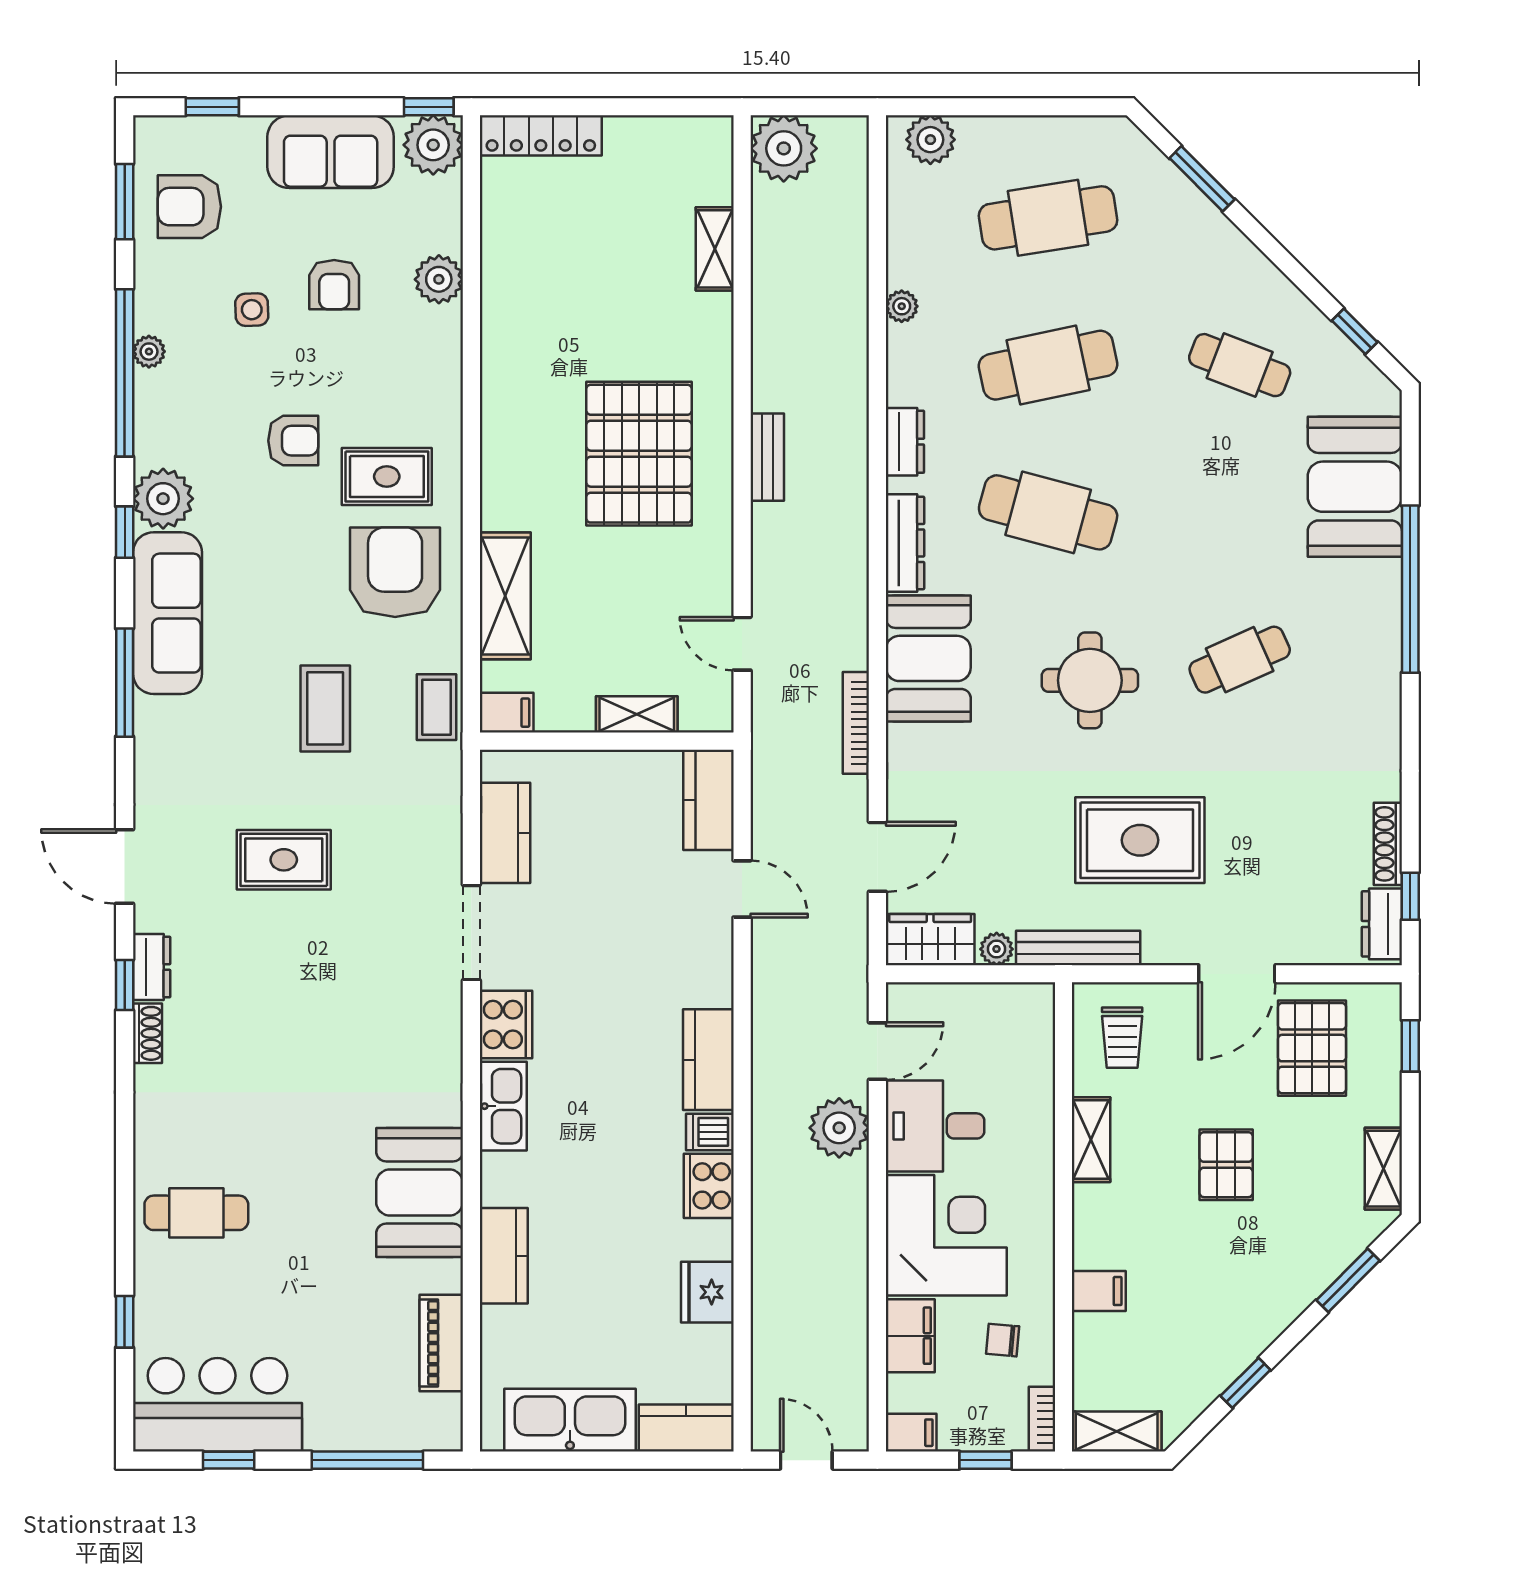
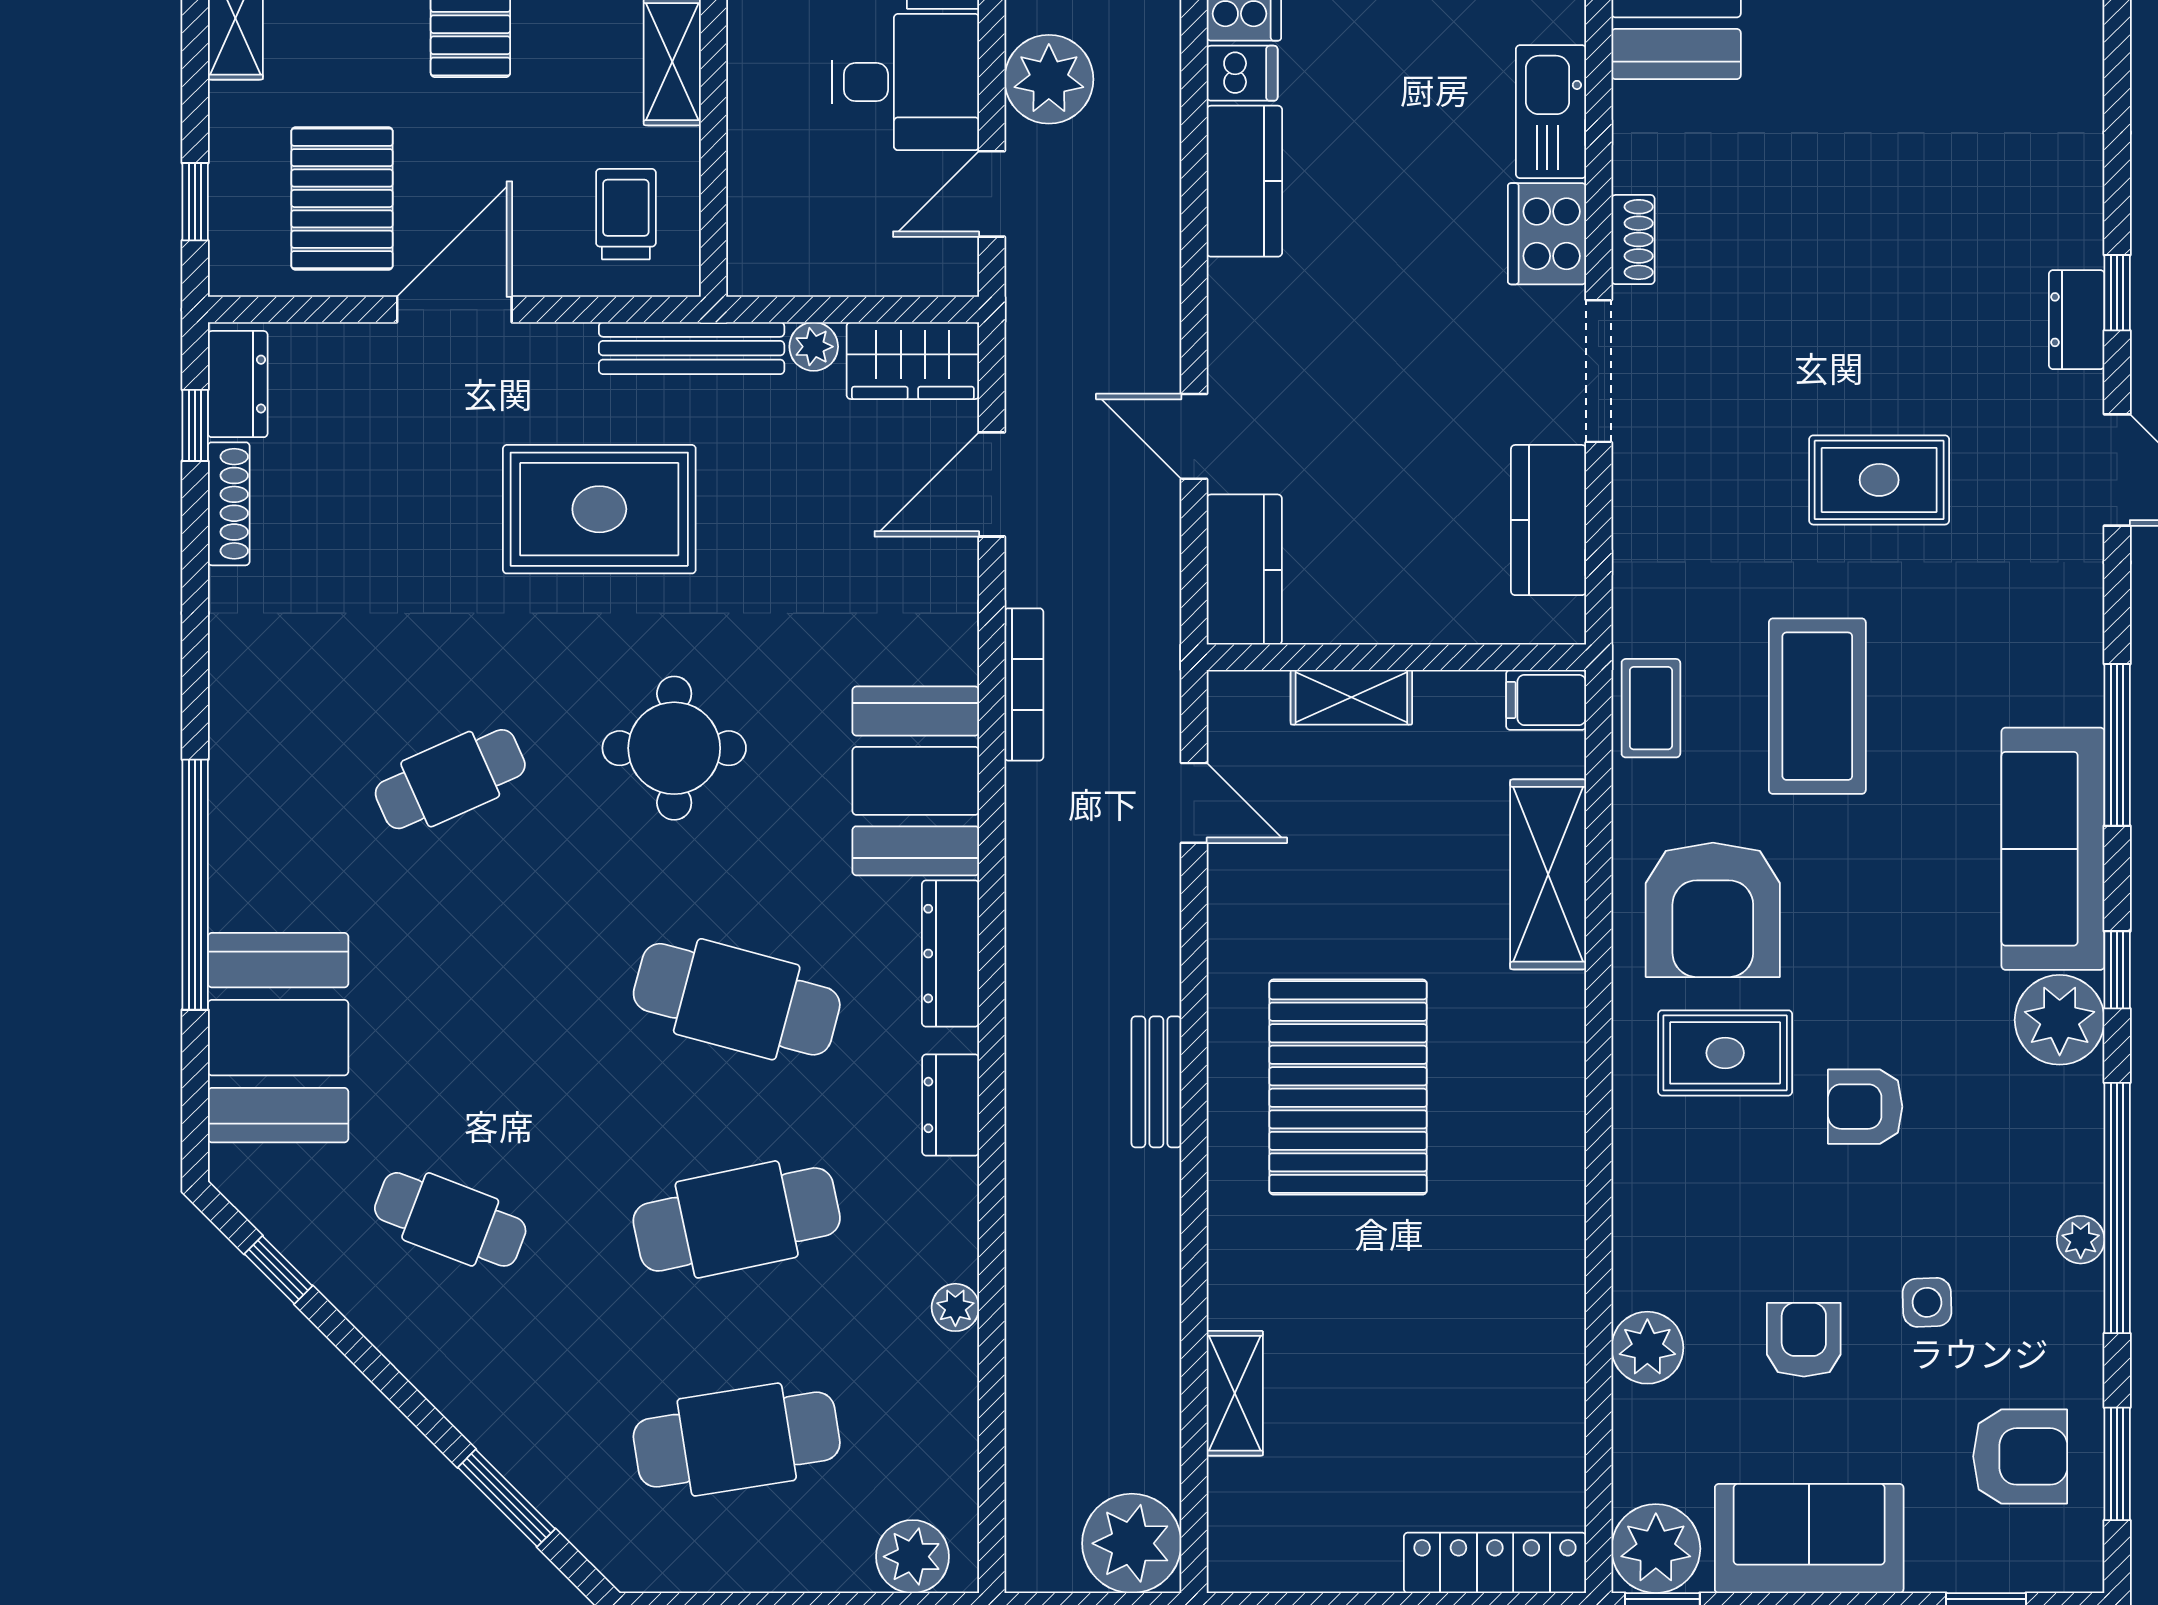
coffee table: (325, 708) -> (1817, 706), width x1.36, depth x1.32
shoe rack: (148, 1033) -> (1633, 240), moved, turned 180

